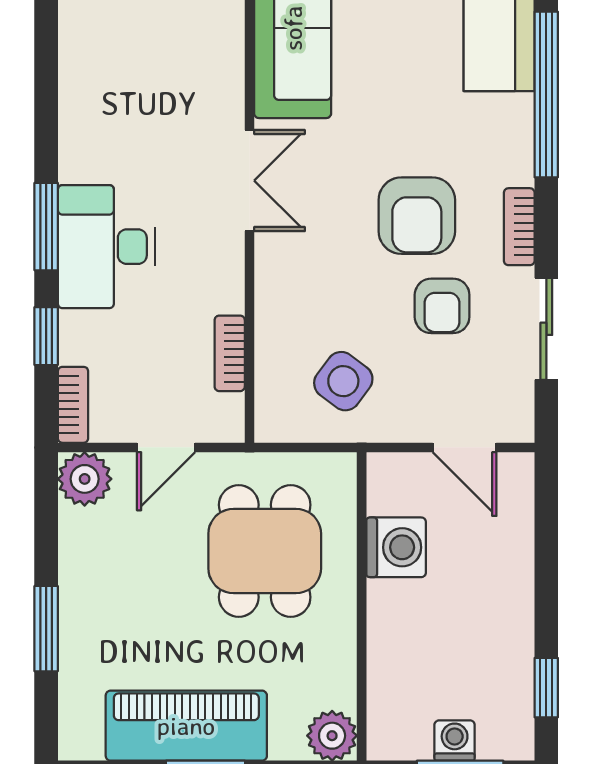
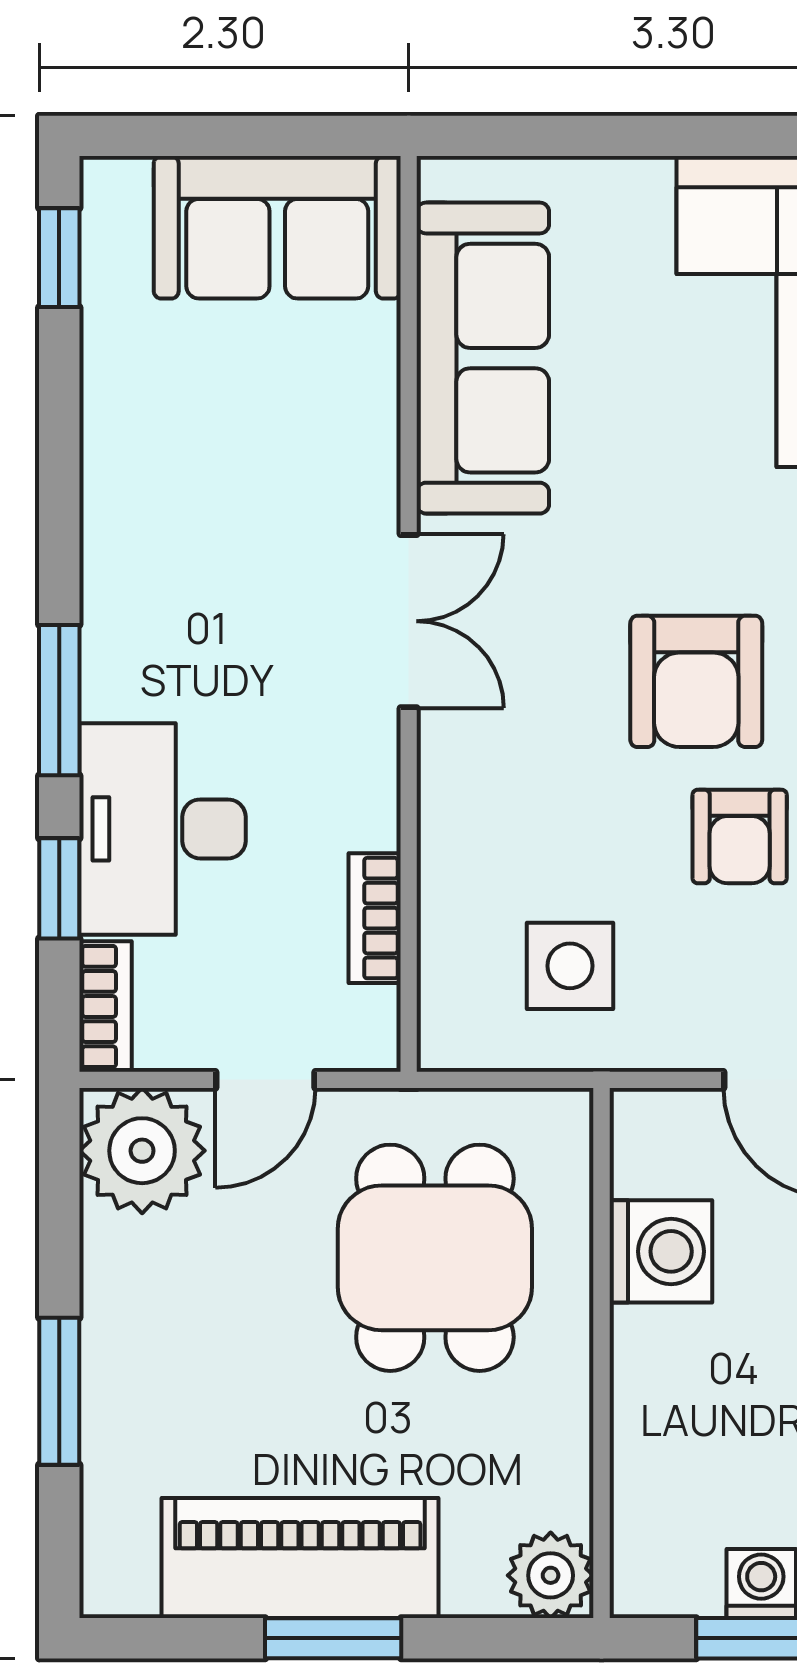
desk: (106, 247) -> (162, 829), moved
side table: (343, 381) -> (570, 966), turned -37
plant: (85, 479) -> (142, 1151), width x1.36, depth x1.36

